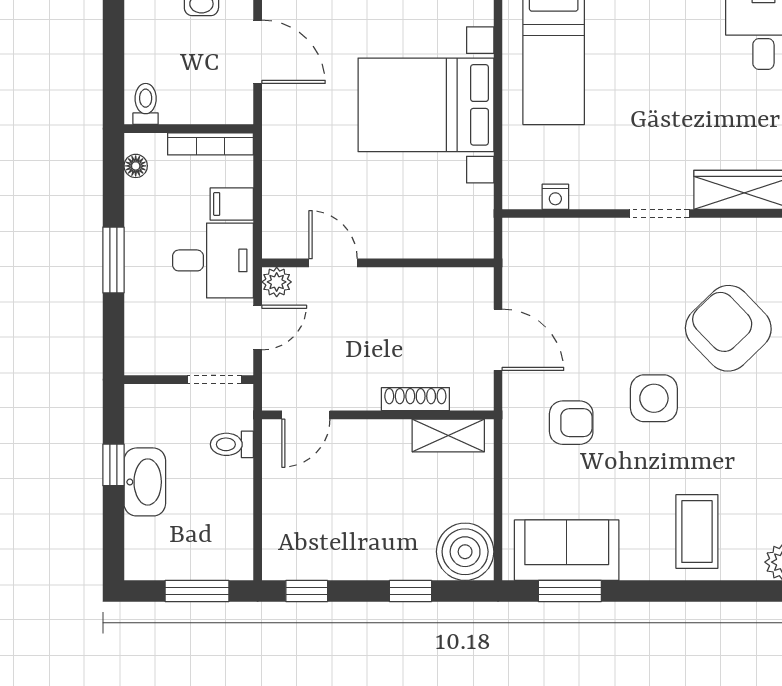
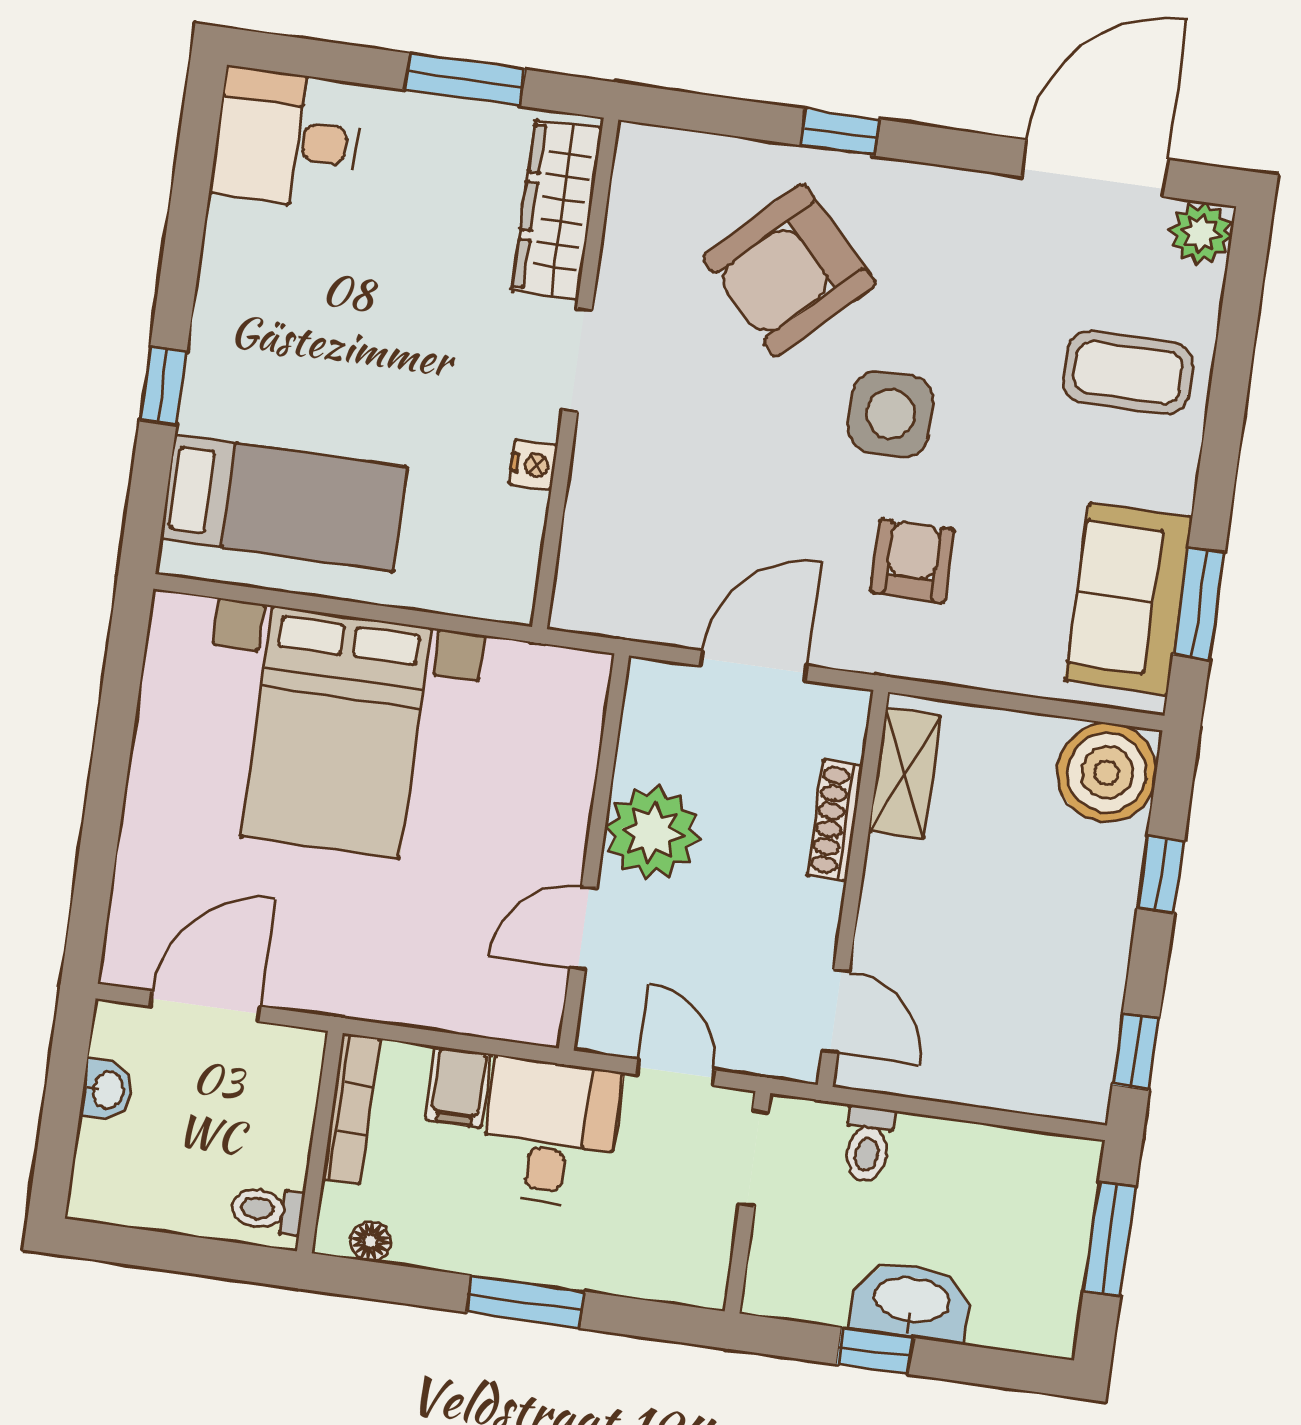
nightstand: (555, 197) -> (533, 465), moved
plant: (277, 282) -> (652, 833), moved, width x1.88, depth x1.88

